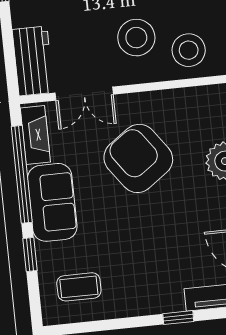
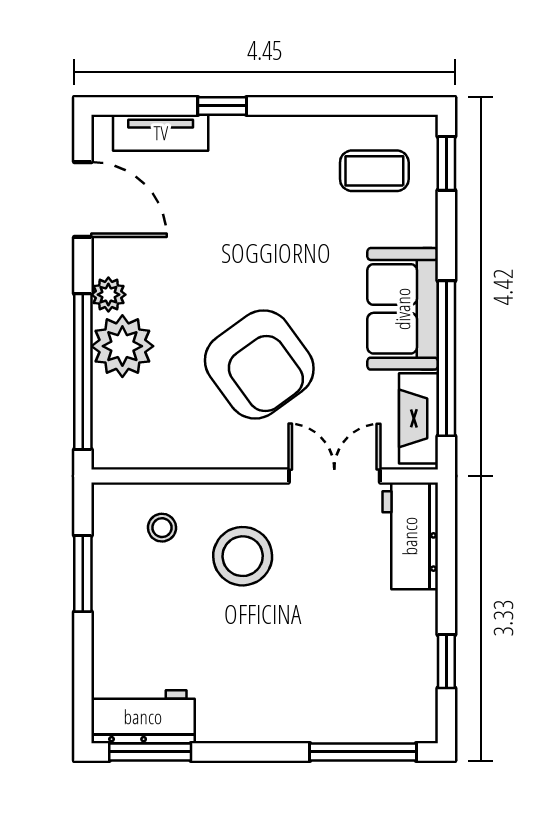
stool: (189, 50) -> (162, 528), width x0.53, depth x0.53
window: (30, 254) -> (446, 163), moved

